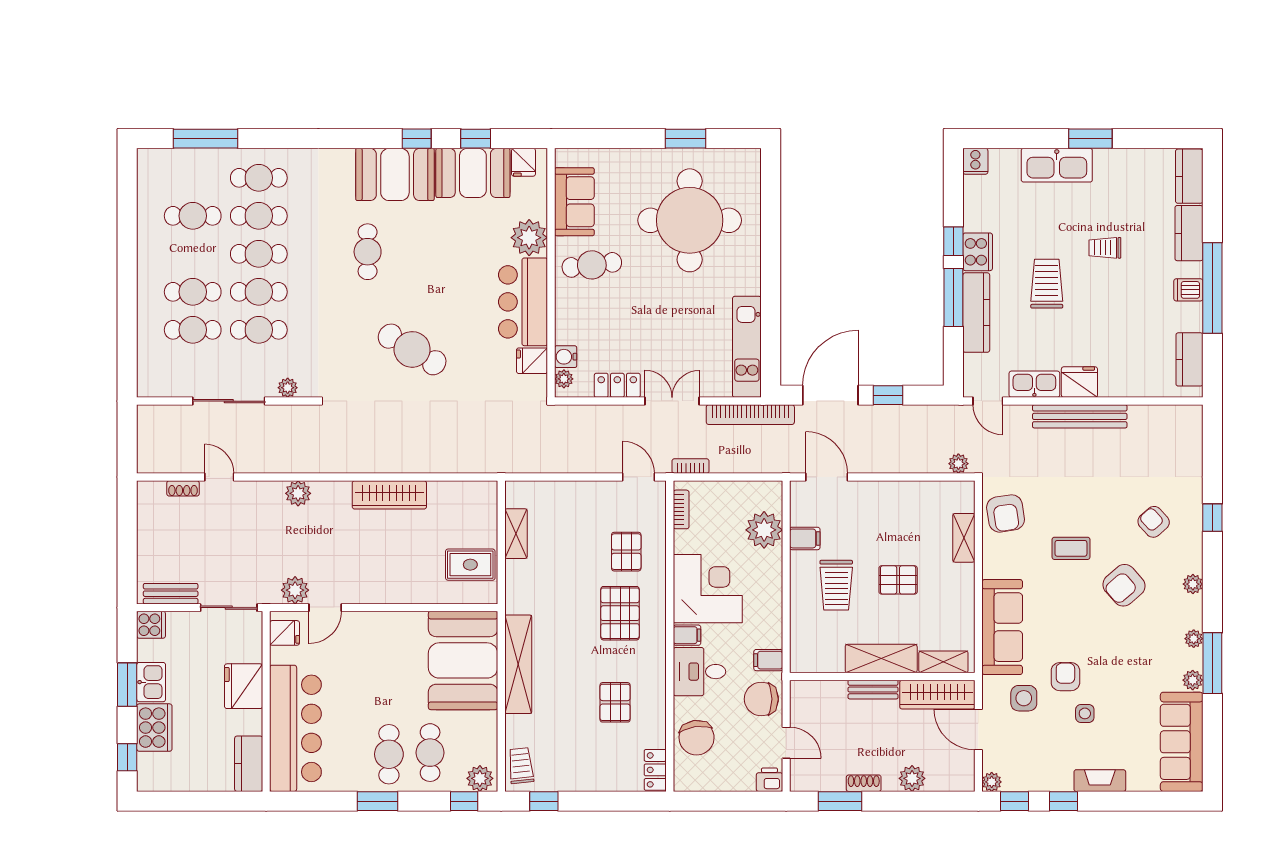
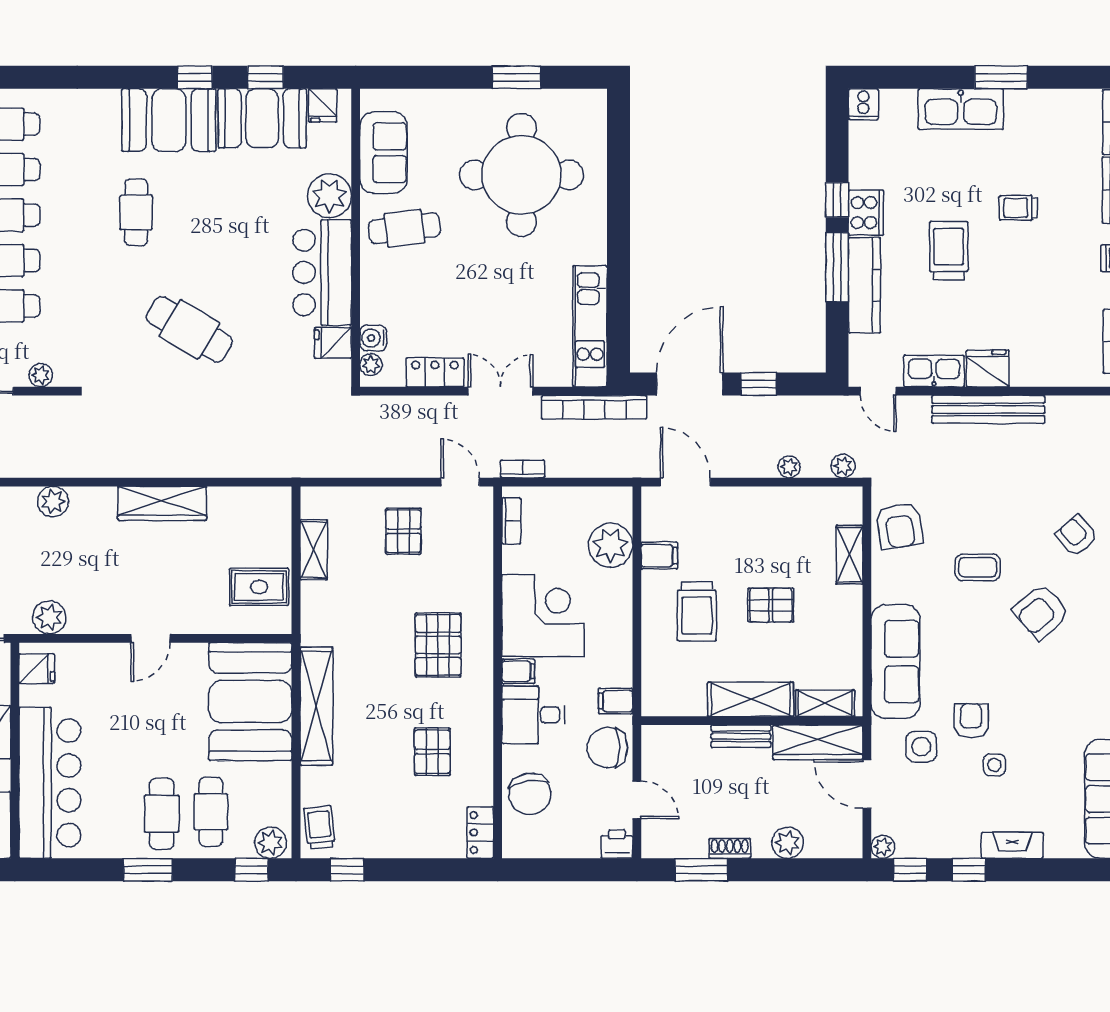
plant: (913, 464) -> (789, 467), added
pallet: (626, 552) -> (403, 531), moved
door: (325, 608) -> (150, 638), moved

